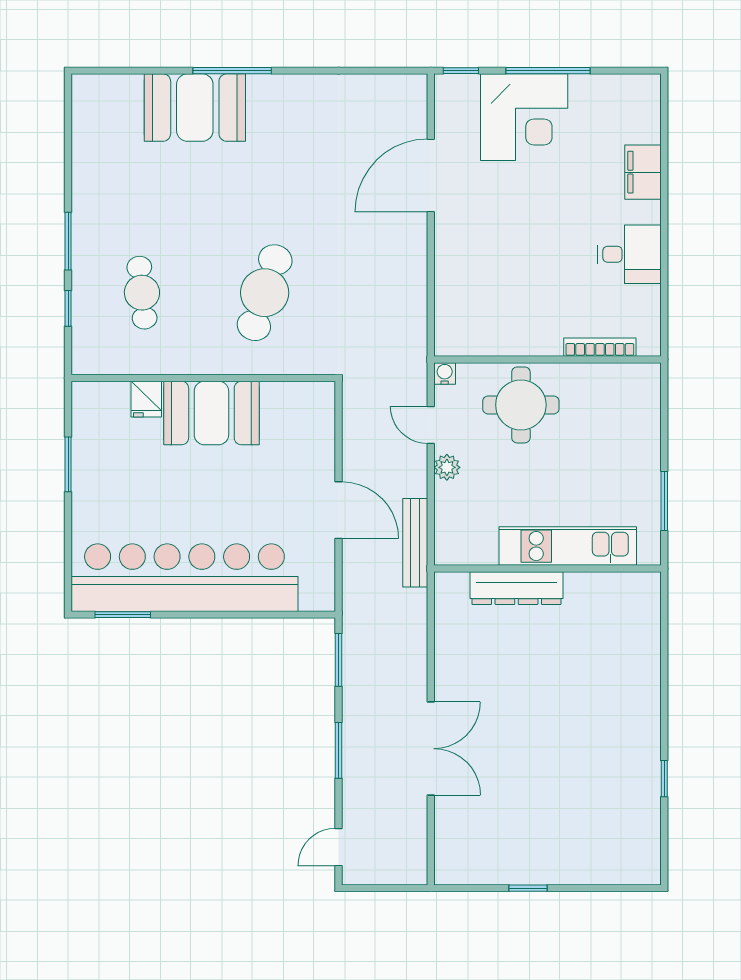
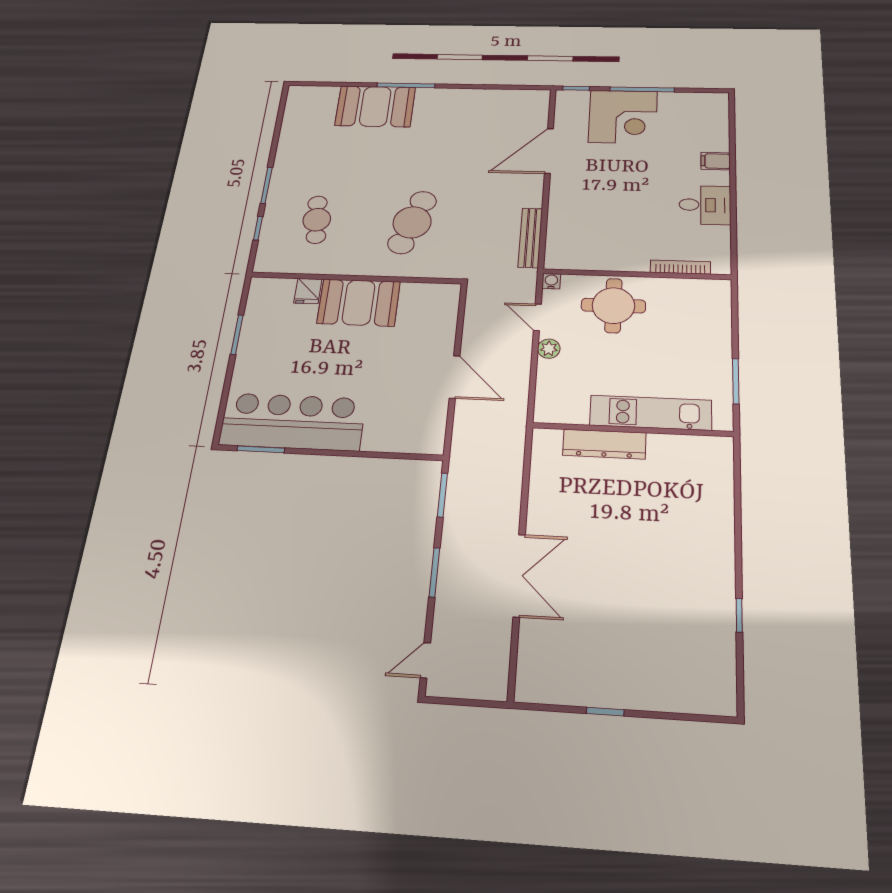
filing cabinet: (643, 172) -> (716, 161), width x0.50
bench: (415, 543) -> (530, 238), moved
bar counter: (184, 578) -> (292, 422), width x0.73

